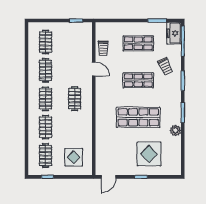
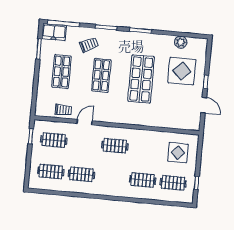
clothes rail: (46, 99) -> (54, 140), moved
plant: (175, 130) -> (181, 42), moved
door: (108, 177) -> (204, 105), moved

